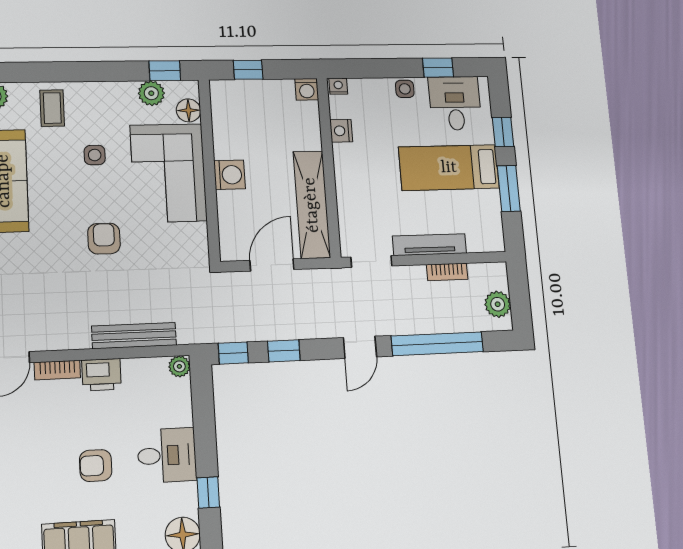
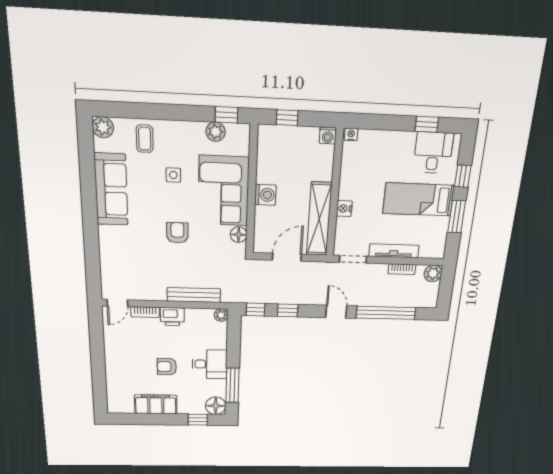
side table: (405, 89) -> (399, 139), removed
floor lamp: (188, 110) -> (239, 235), moved
nightstand: (341, 131) -> (344, 209), moved
plant: (498, 304) -> (433, 273), moved
door: (360, 347) -> (336, 312), swing flipped
window: (208, 492) -> (232, 385), width x2.17

